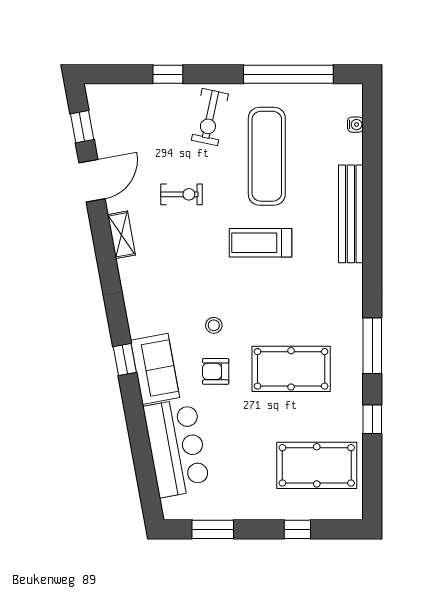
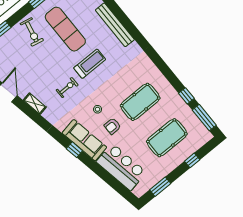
exercise bike: (181, 194) -> (67, 88), moved
treadmill: (260, 243) -> (90, 64), turned 180
window: (372, 346) -> (204, 118), moved
sofa: (155, 369) -> (84, 140), width x1.36
pool table: (317, 465) -> (167, 138), moved

